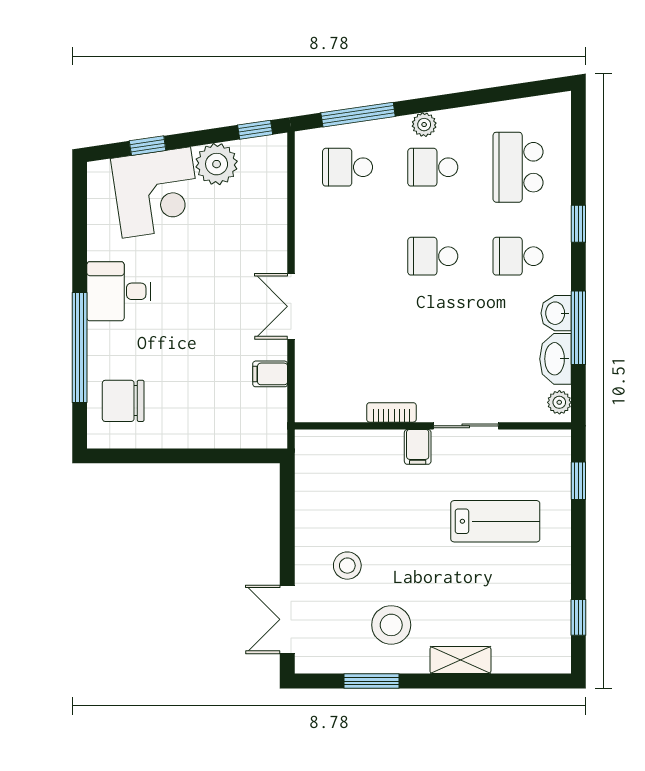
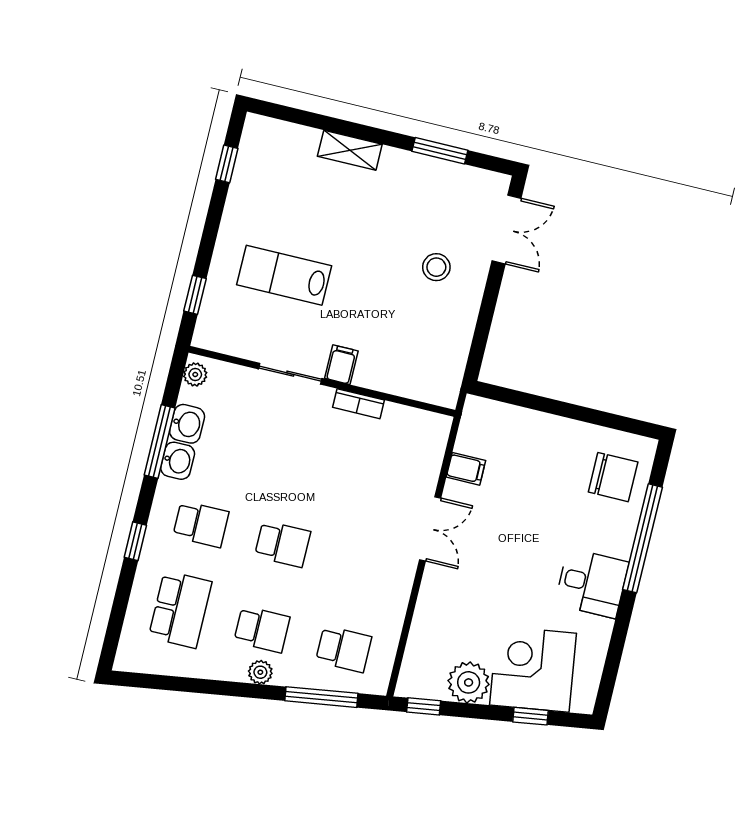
washbasin: (556, 359) -> (187, 424), width x0.72
stool: (391, 625) -> (408, 200), removed

